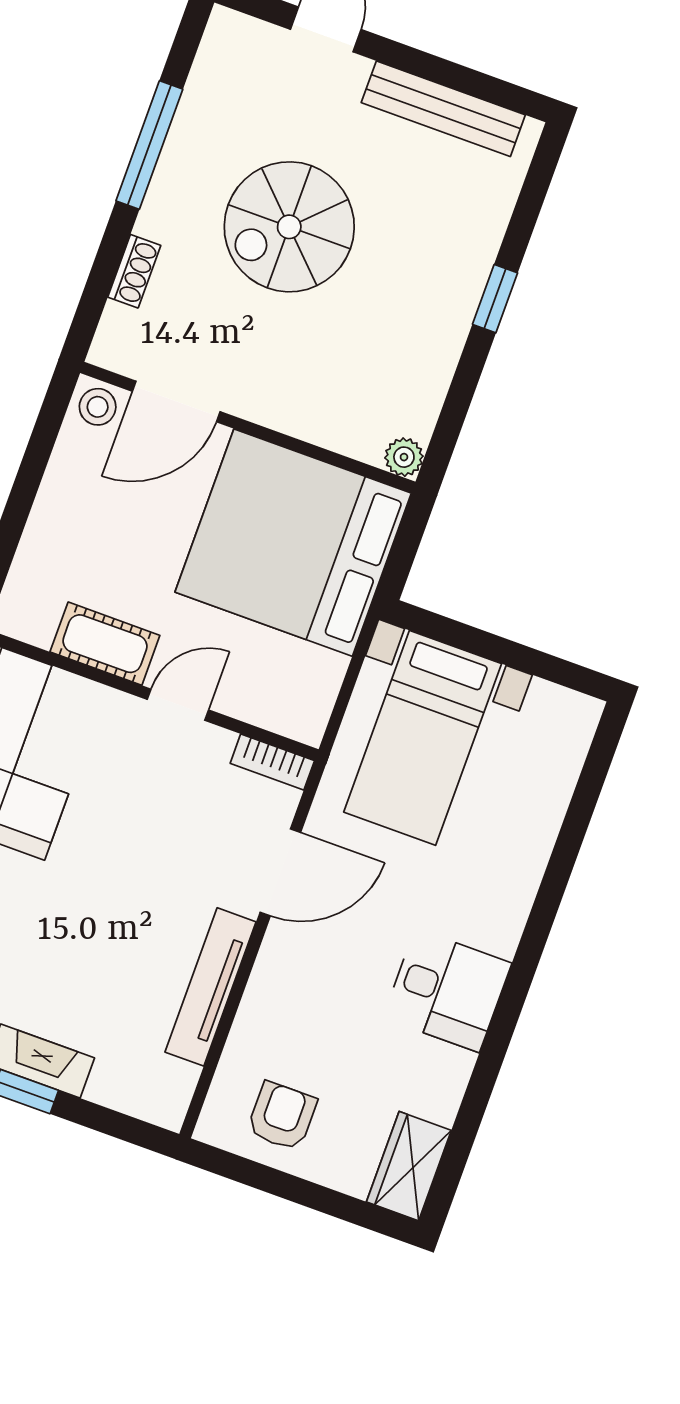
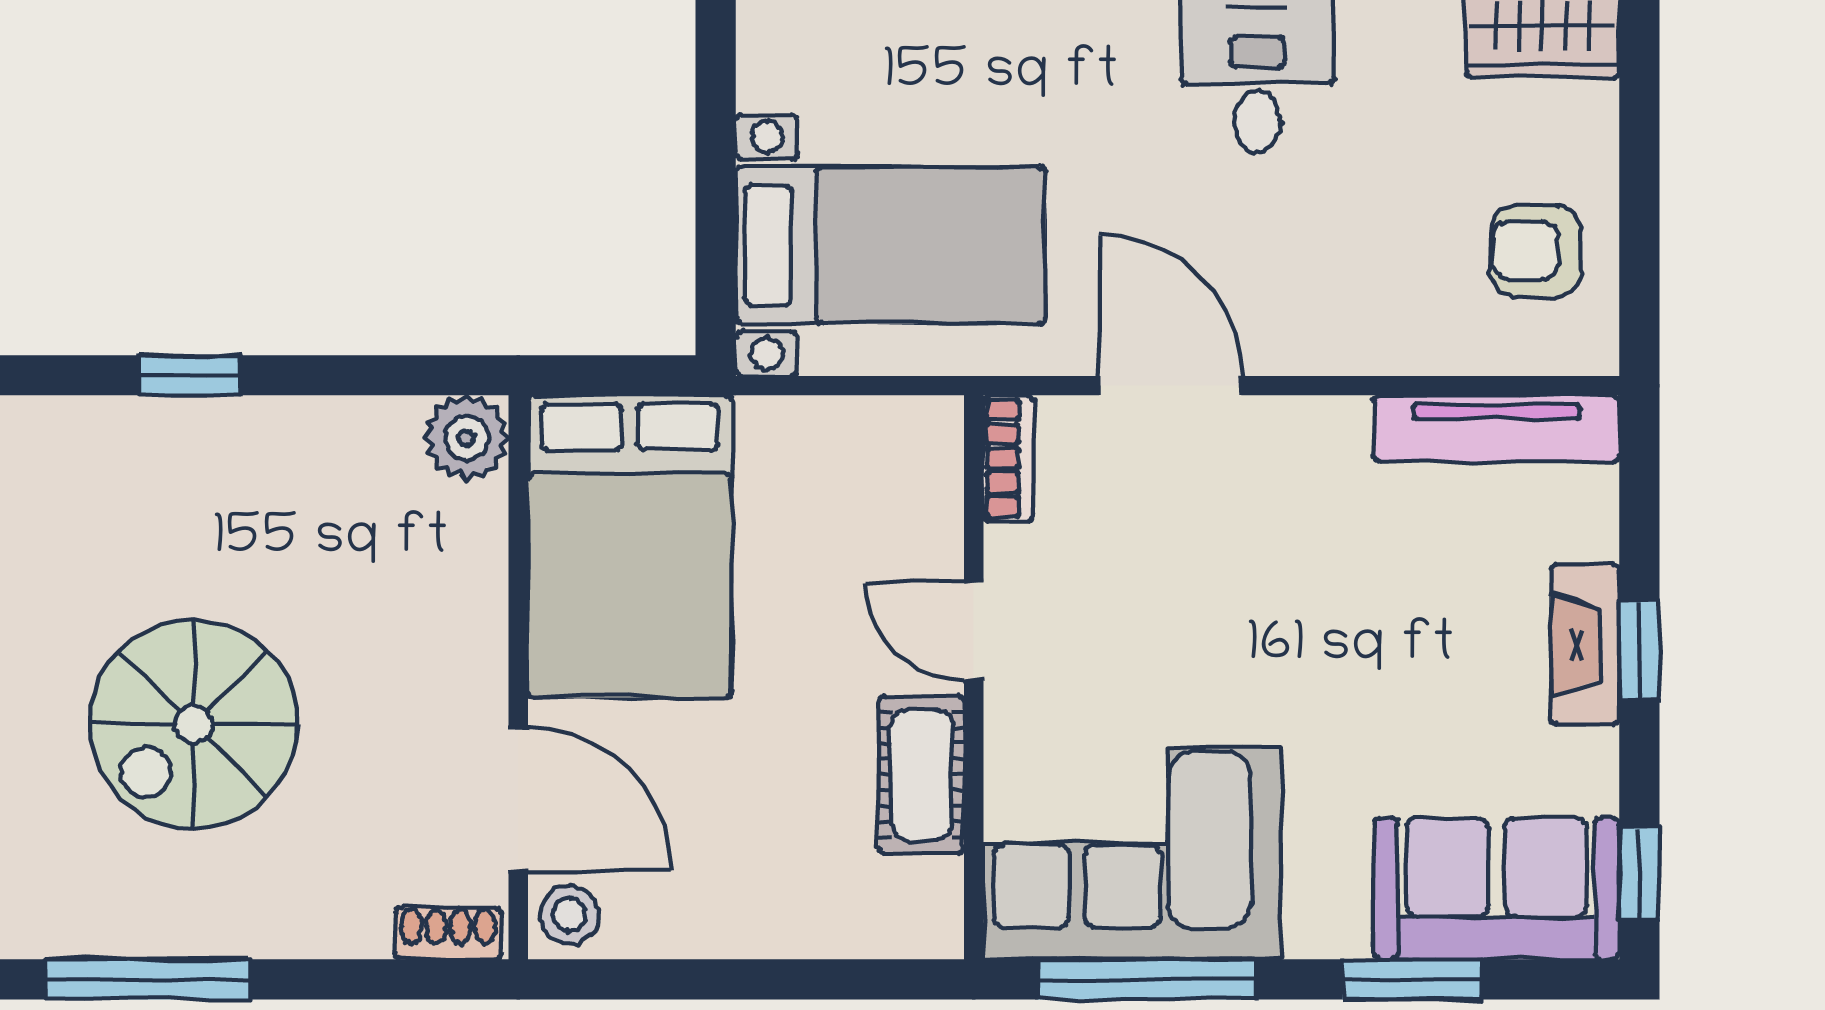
spiral stairs: (289, 227) -> (194, 724), turned 90
shoe rack: (134, 271) -> (448, 933), moved
plant: (404, 457) -> (466, 438), width x1.38, depth x1.38
bed: (293, 543) -> (630, 546), width x0.73
tv unit: (211, 987) -> (1496, 429), moved

